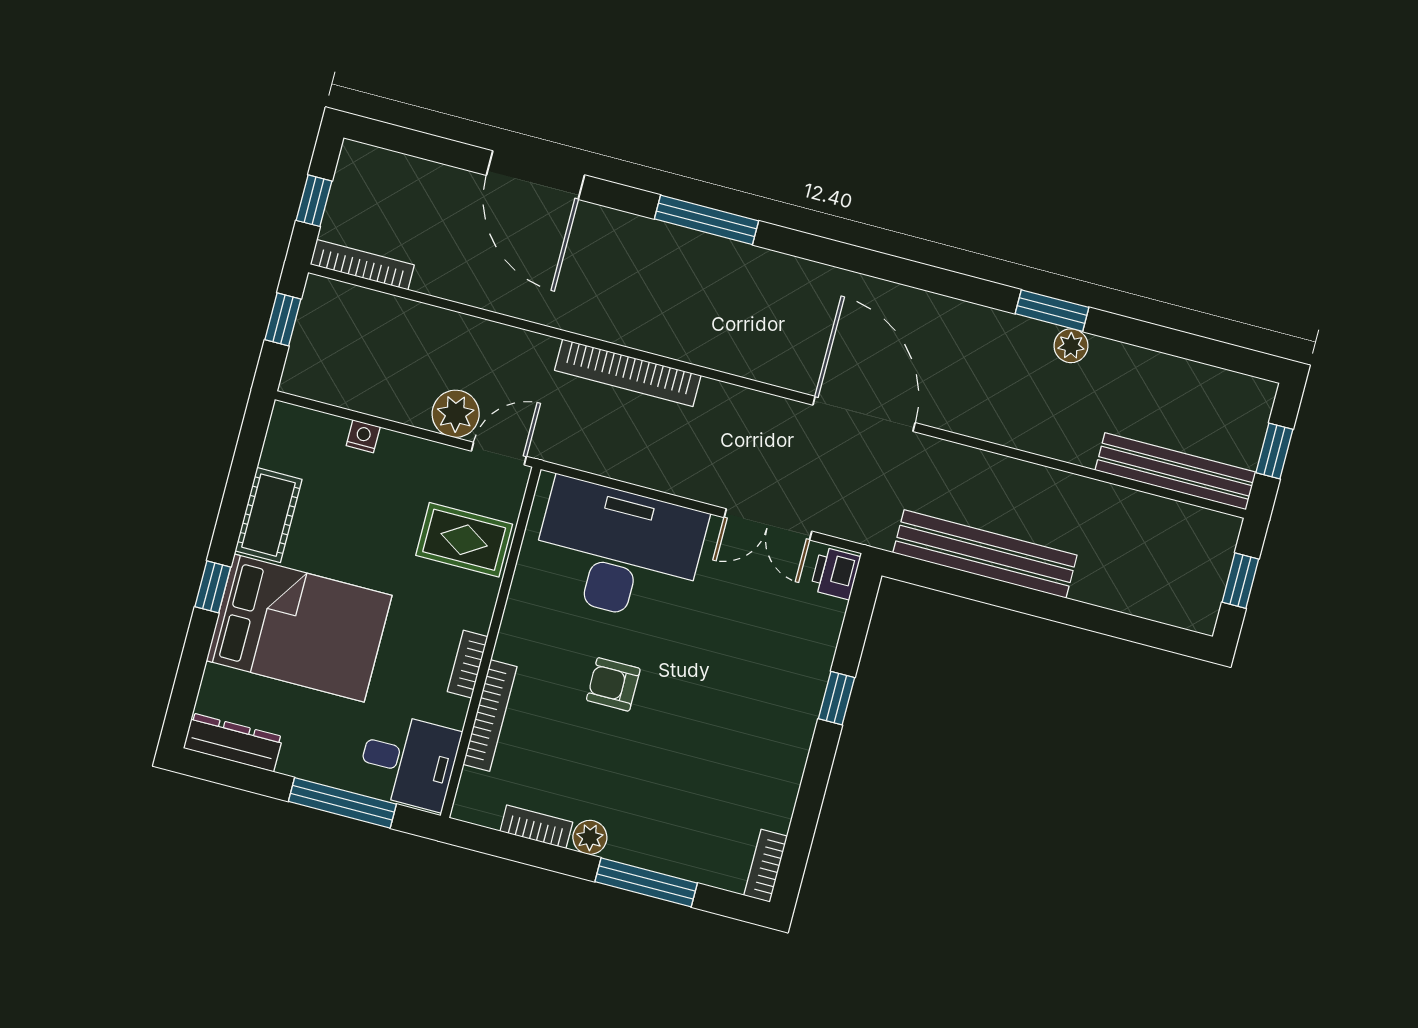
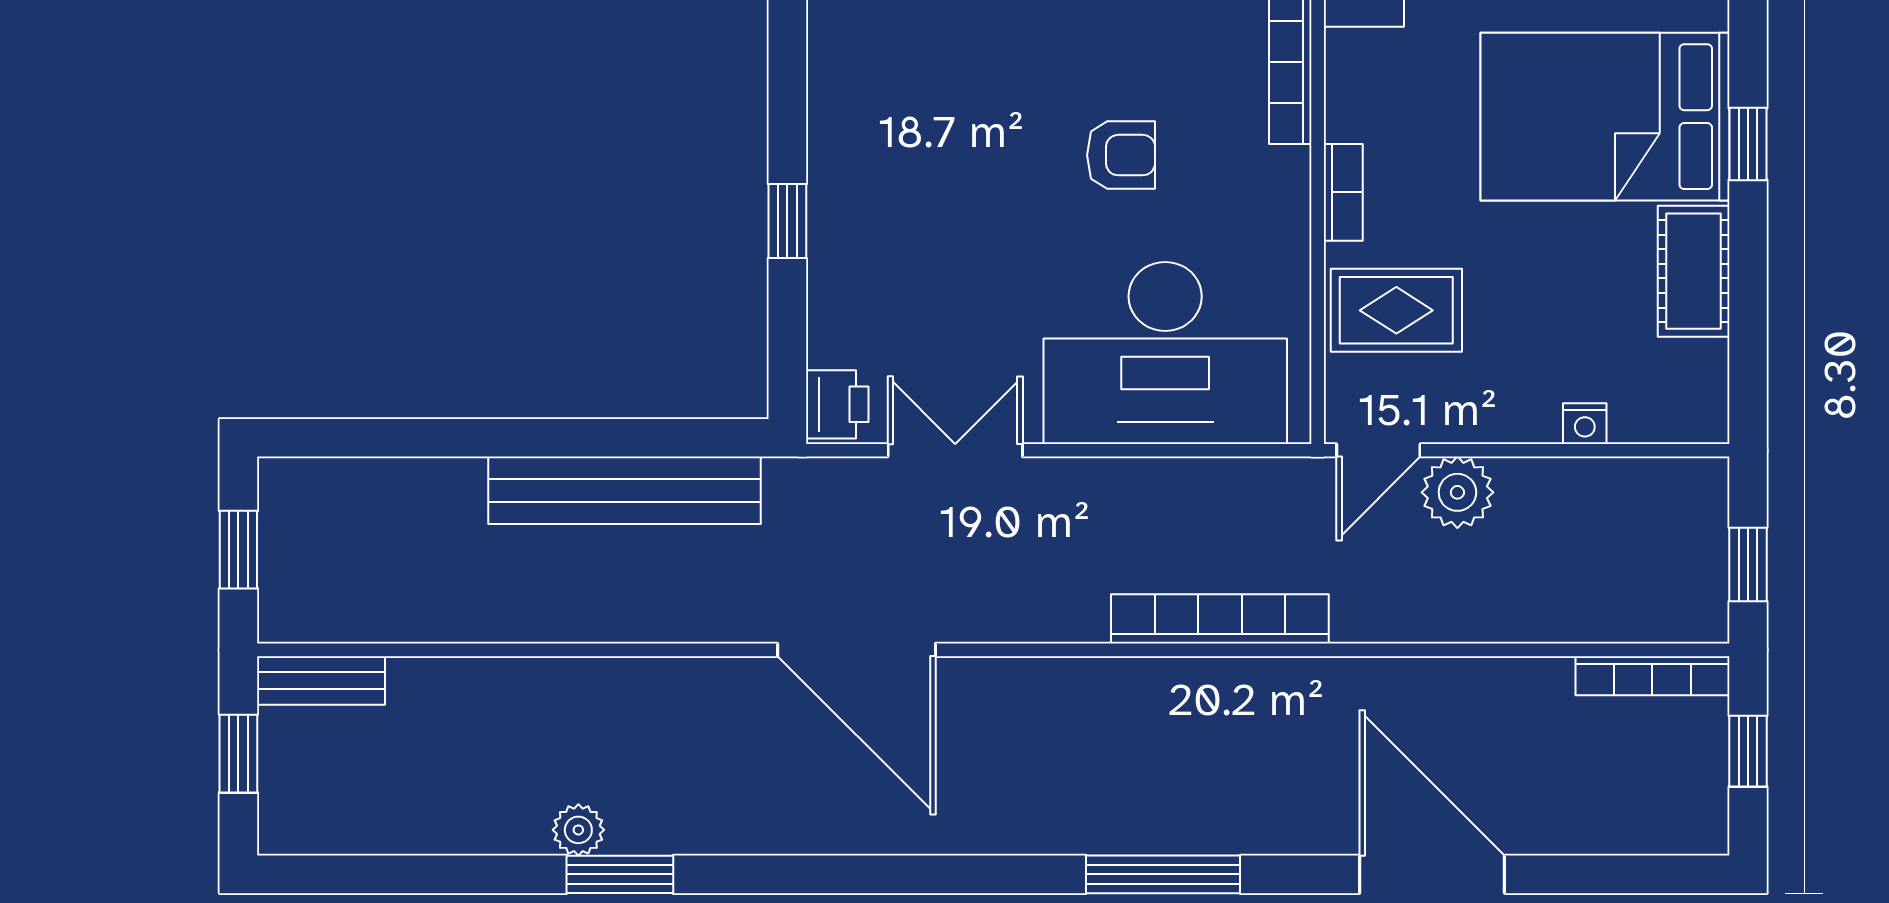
bench: (1176, 471) -> (321, 680), width x0.54, depth x0.82
bookcase: (468, 664) -> (1343, 192), moved

